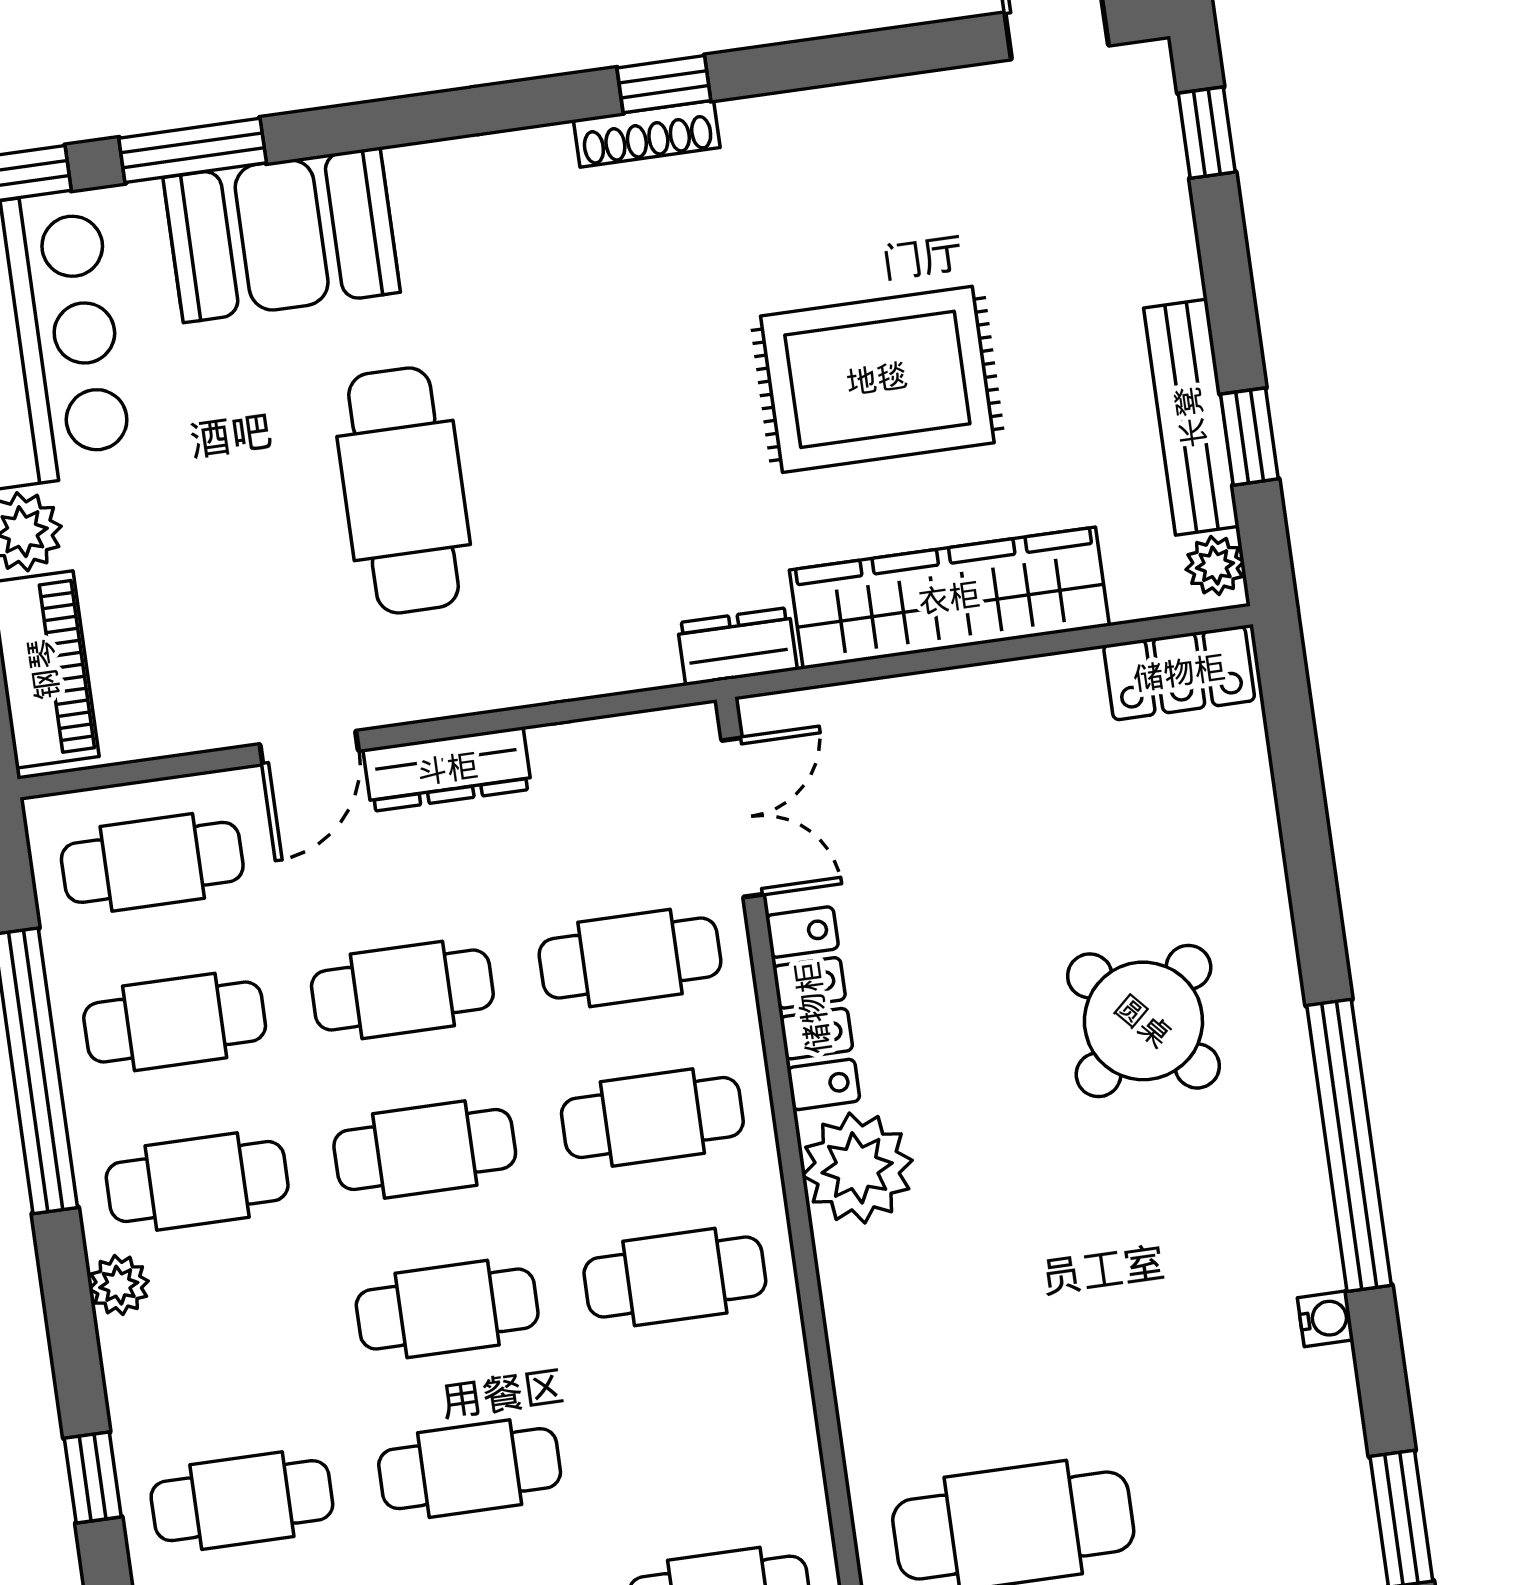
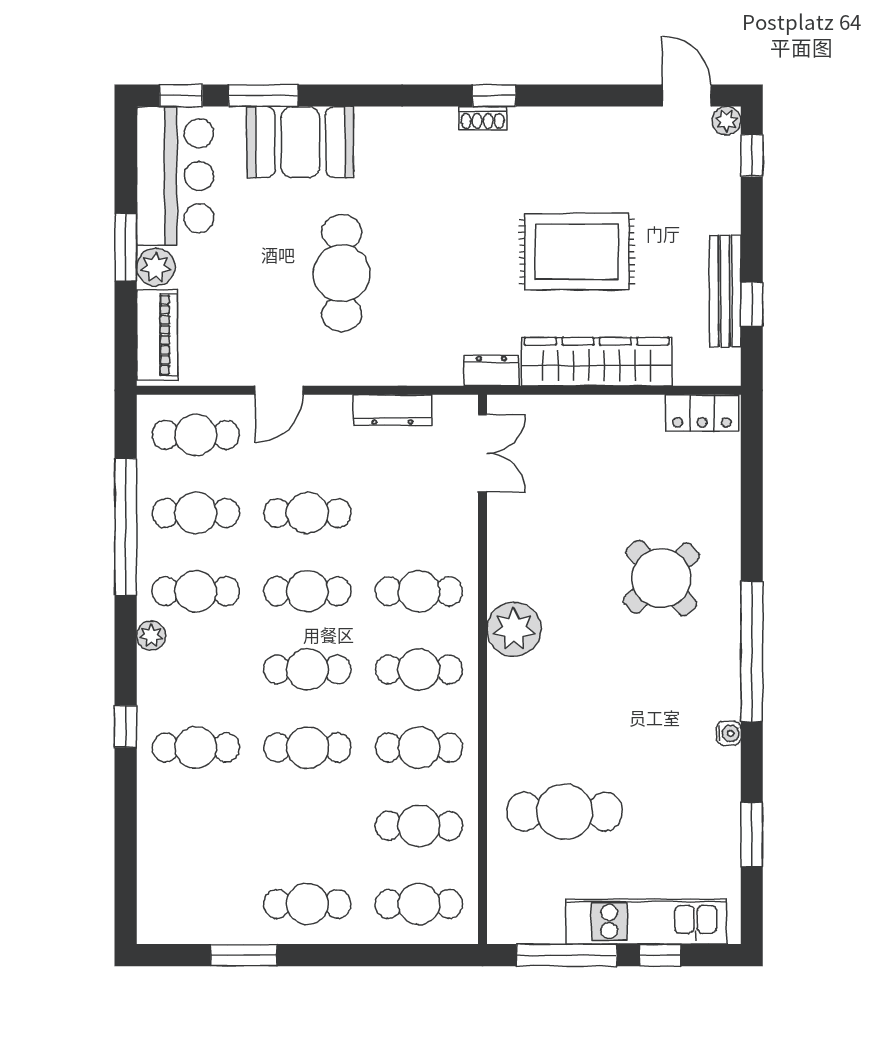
shoe rack: (647, 134) -> (483, 118), width x0.70
plant: (1215, 566) -> (727, 121), moved
dresser: (447, 769) -> (392, 410), moved
cafe table: (630, 958) -> (419, 748), moved
locker: (813, 1008) -> (503, 550), removed

